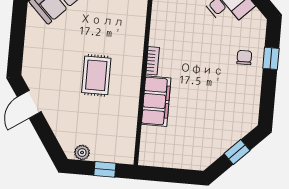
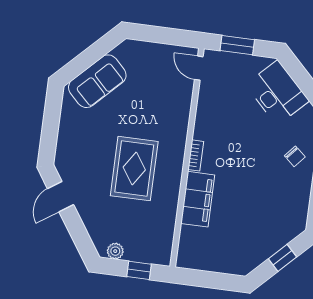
chair: (244, 58) -> (295, 156), turned 131
rug: (96, 75) -> (134, 169), width x1.36, depth x1.43

